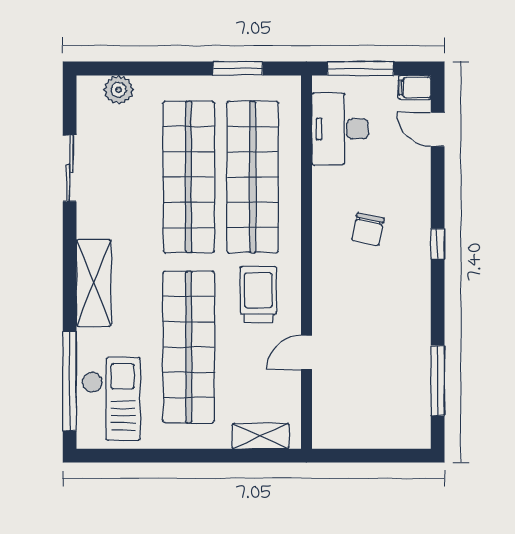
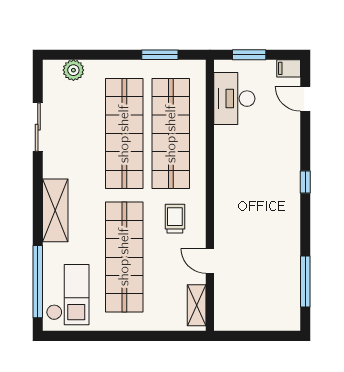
window: (361, 69) -> (249, 55), width x0.69
chair: (368, 229) -> (255, 171), removed
trolley: (258, 294) -> (175, 219), width x0.73, depth x0.72
door: (306, 352) -> (210, 261), hinge flipped
shelving: (261, 436) -> (197, 305), moved, turned 90

